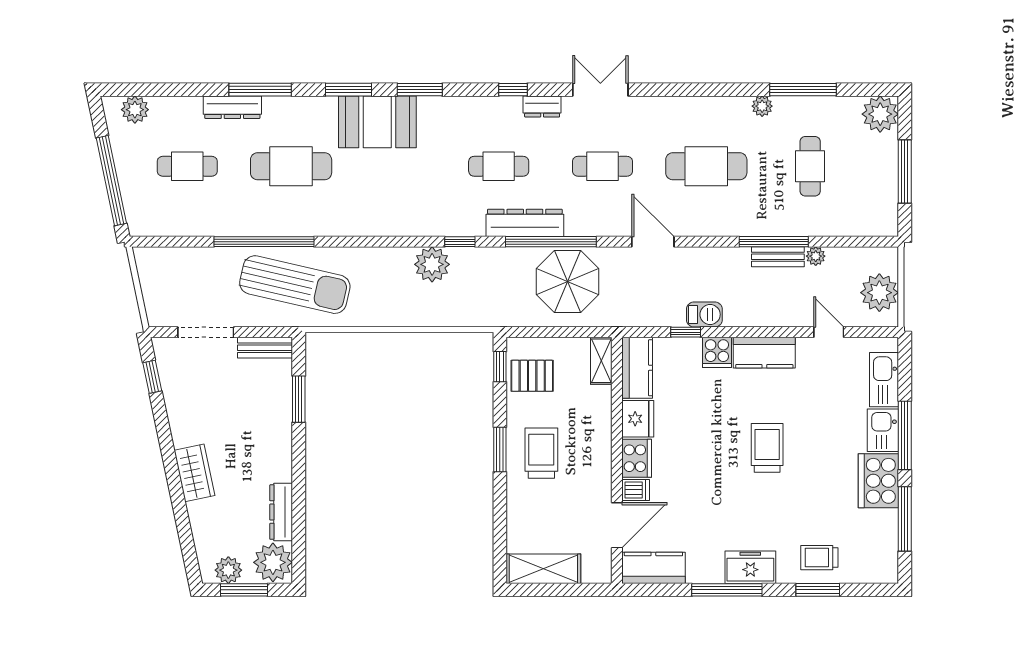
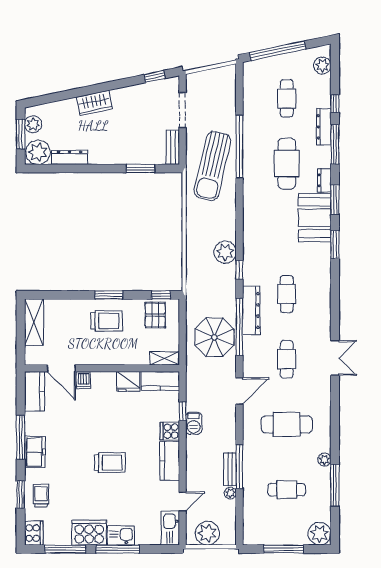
window: (513, 90) -> (335, 104), moved
dresser: (542, 106) -> (324, 180), moved
cafe table: (706, 166) -> (287, 424), turned 90
kitchen sink: (884, 380) -> (170, 528), moved, turned -90
cooker: (637, 458) -> (34, 533), moved, turned -90

